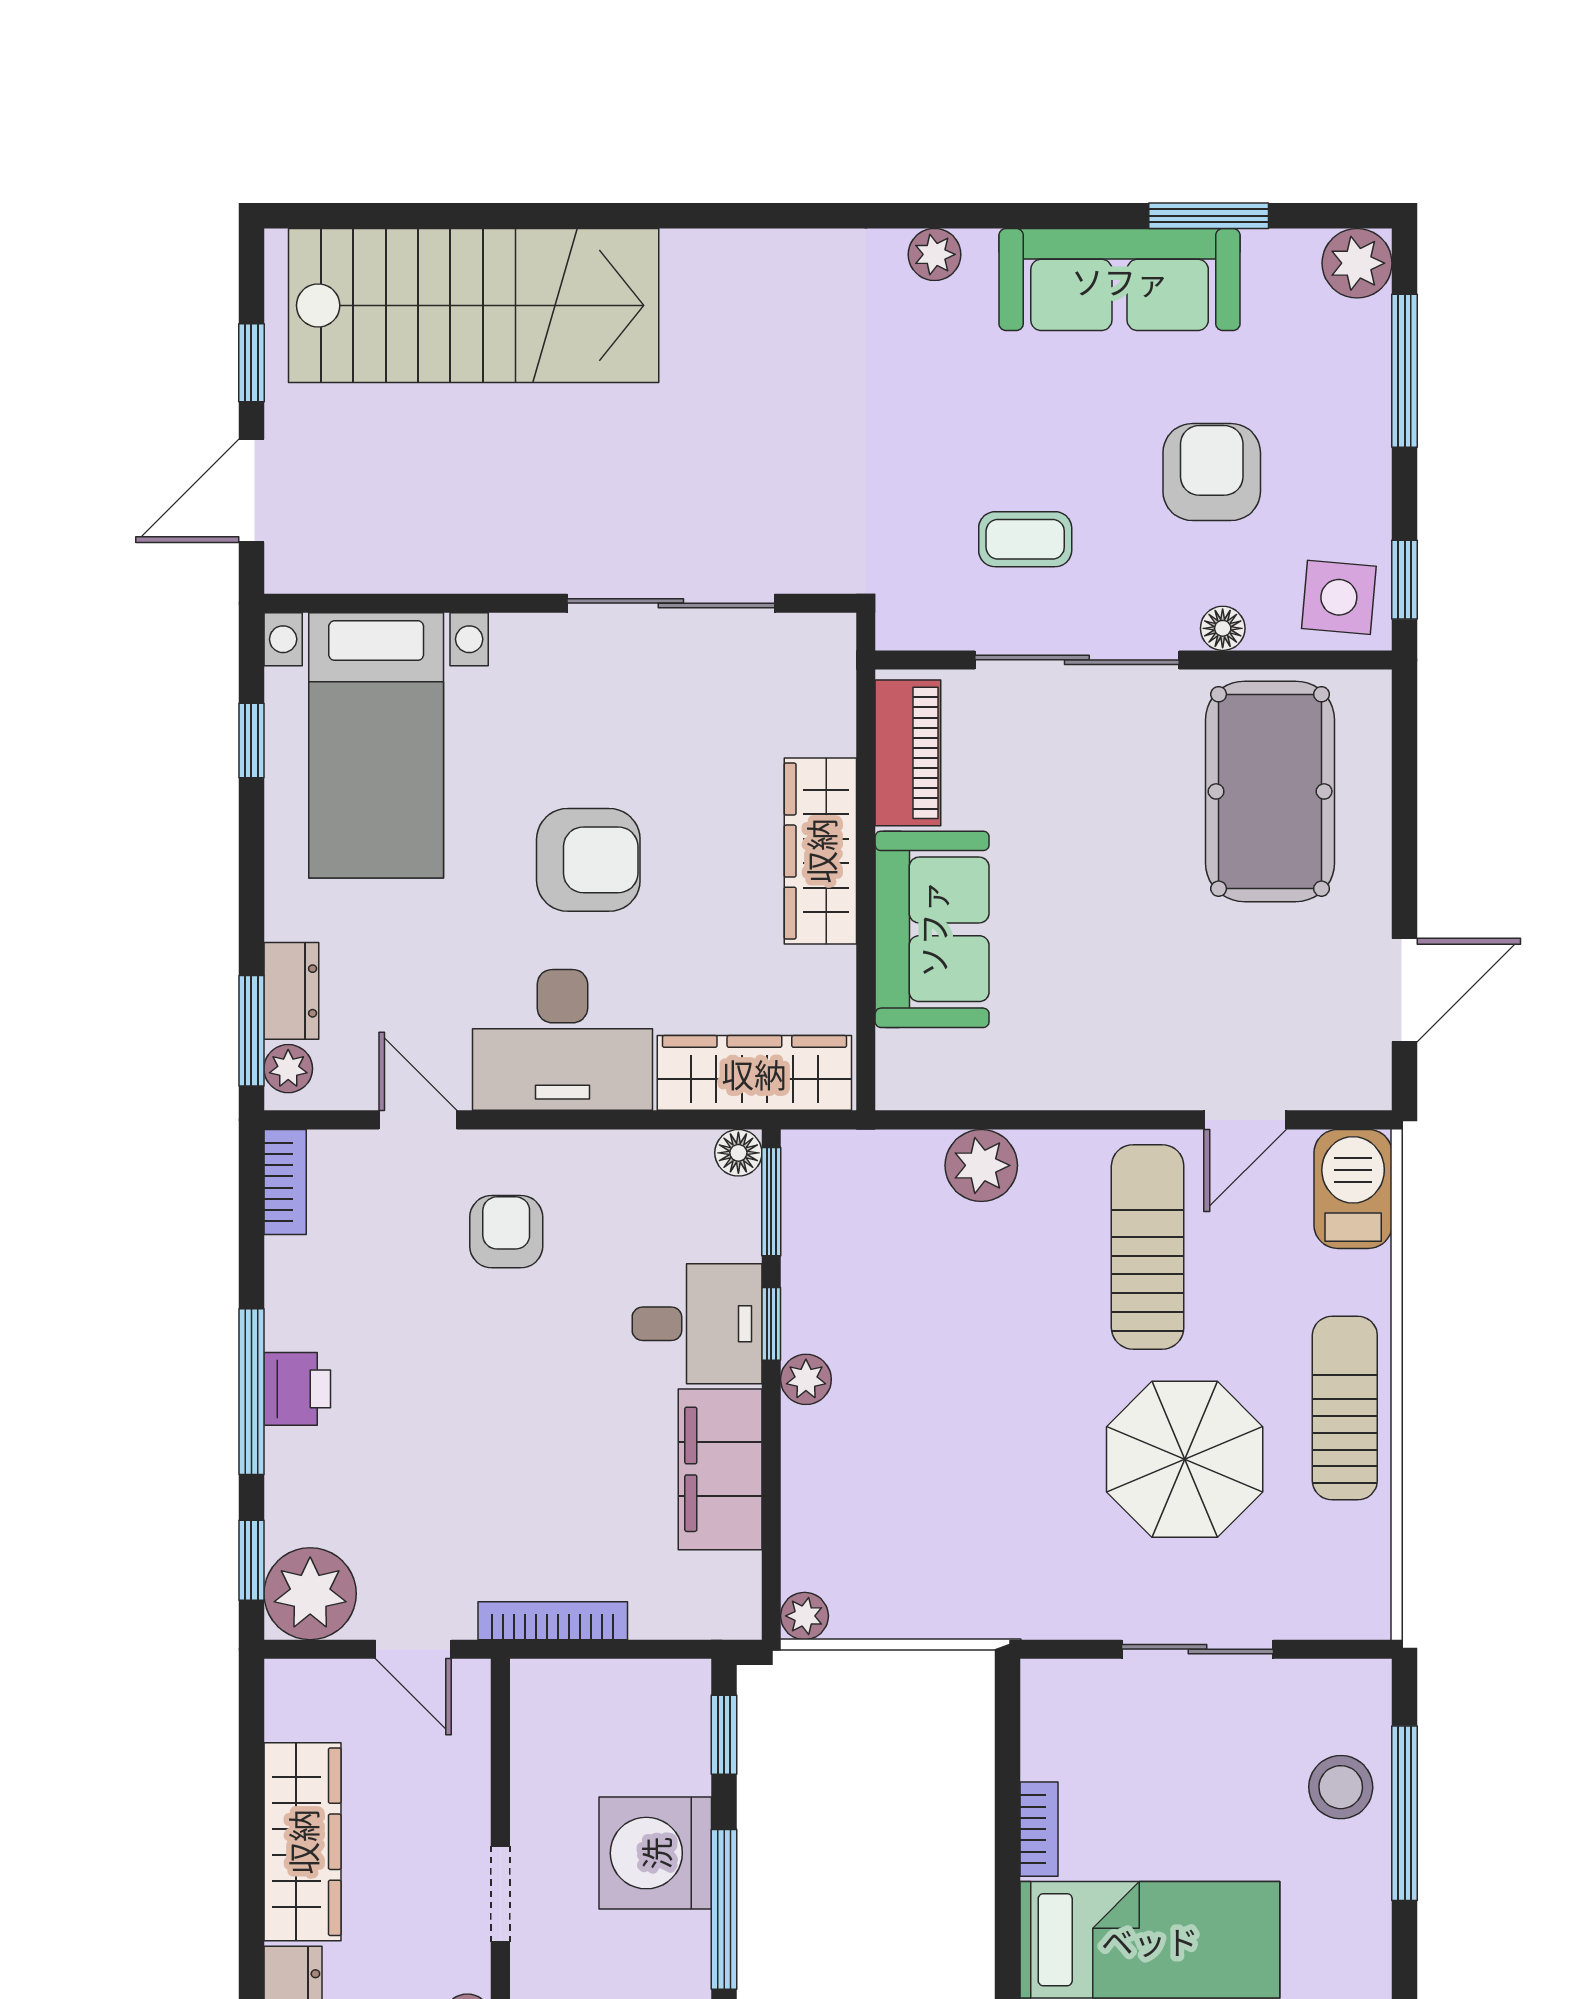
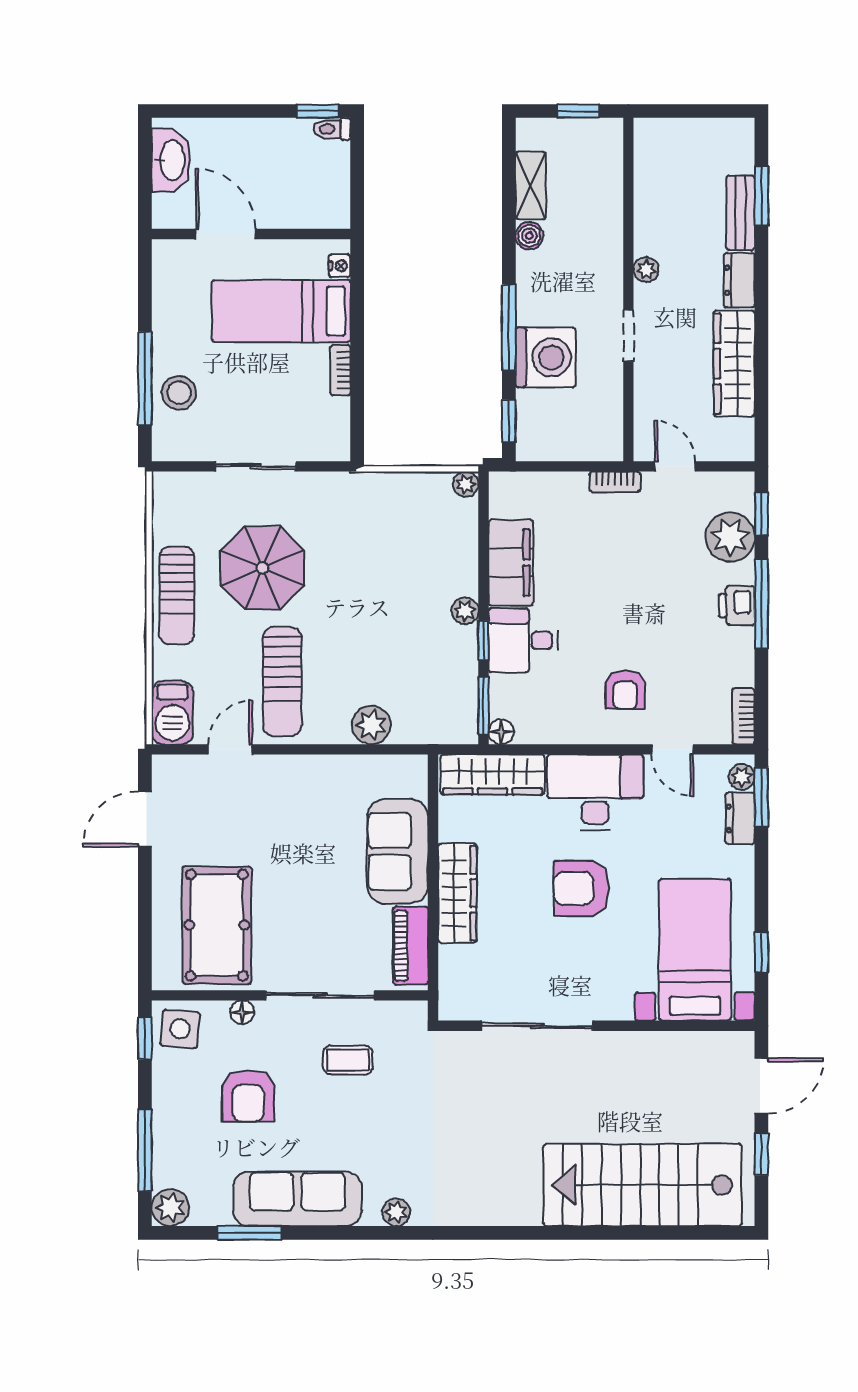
plant: (310, 1594) -> (730, 537), moved
bookcase: (553, 1621) -> (615, 482), width x0.64

